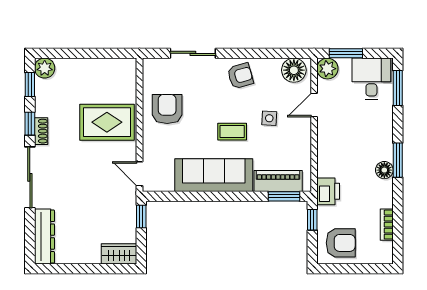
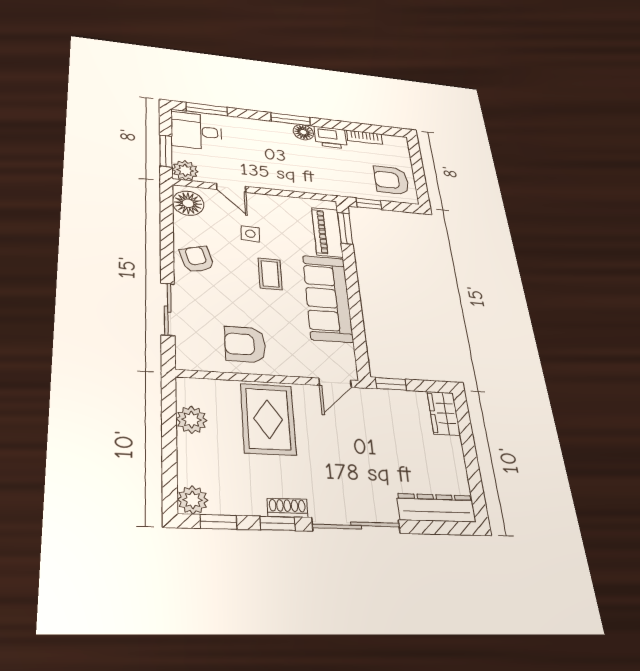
plant: (103, 69) -> (191, 420), added
printer: (328, 191) -> (331, 137), moved, turned 180
armchair: (341, 243) -> (391, 180), turned -90

